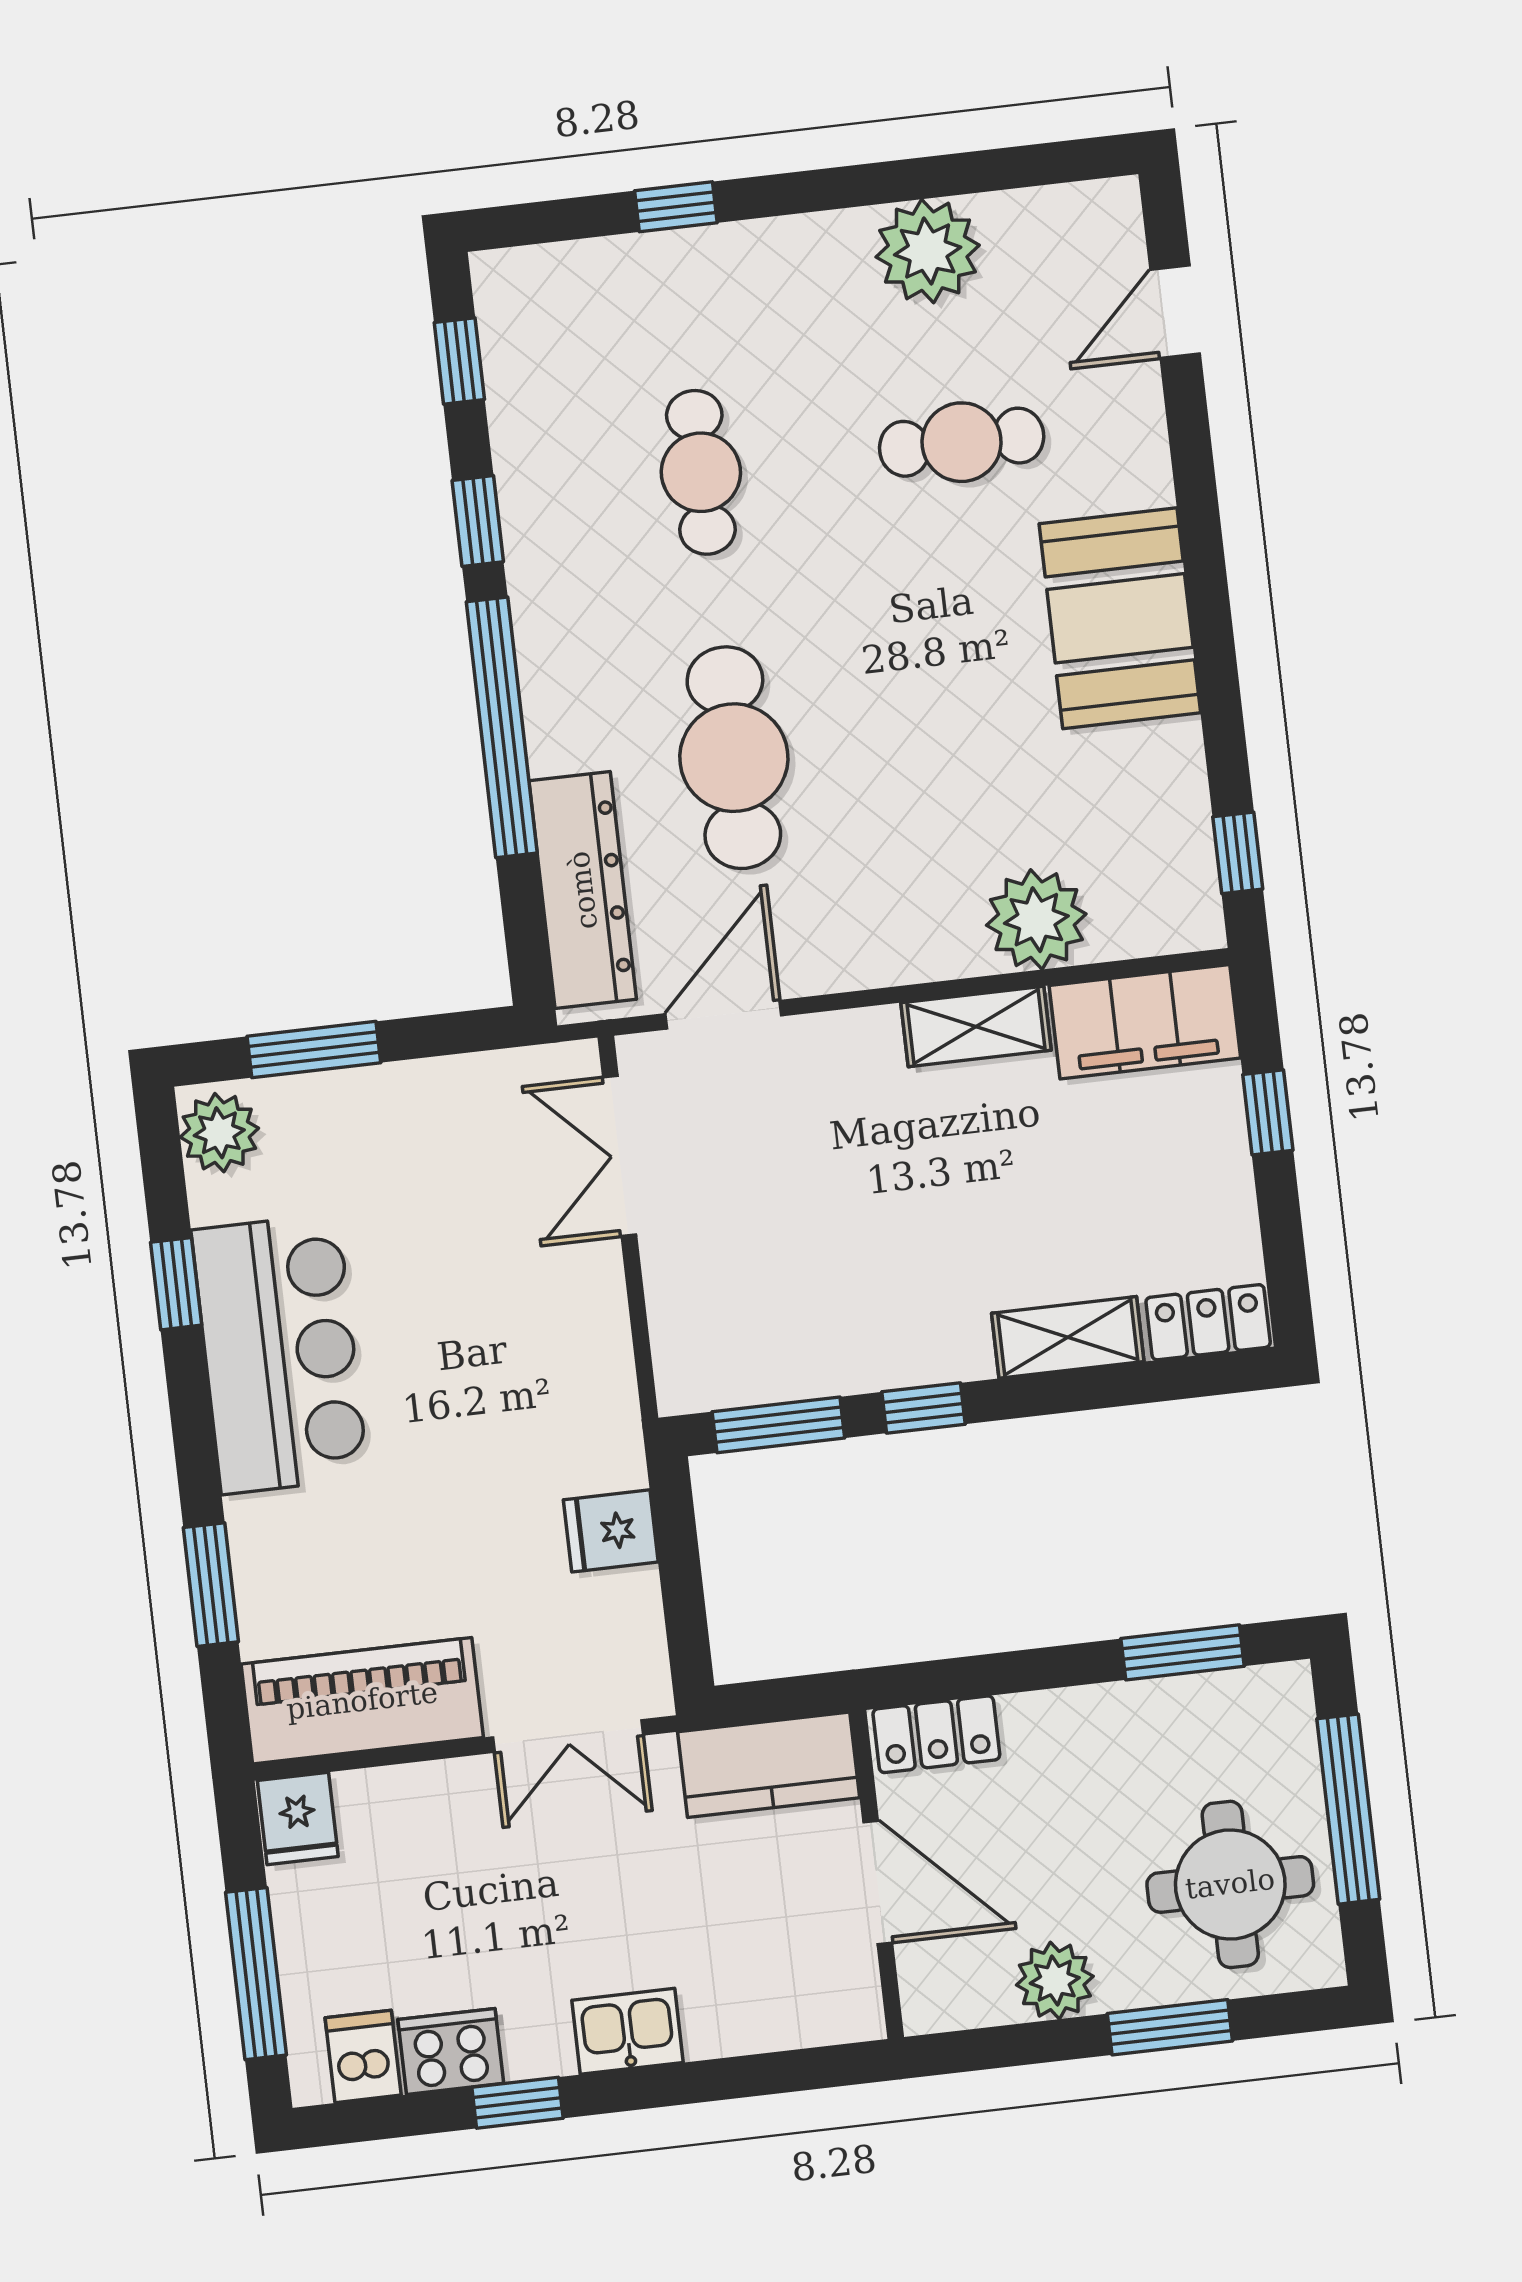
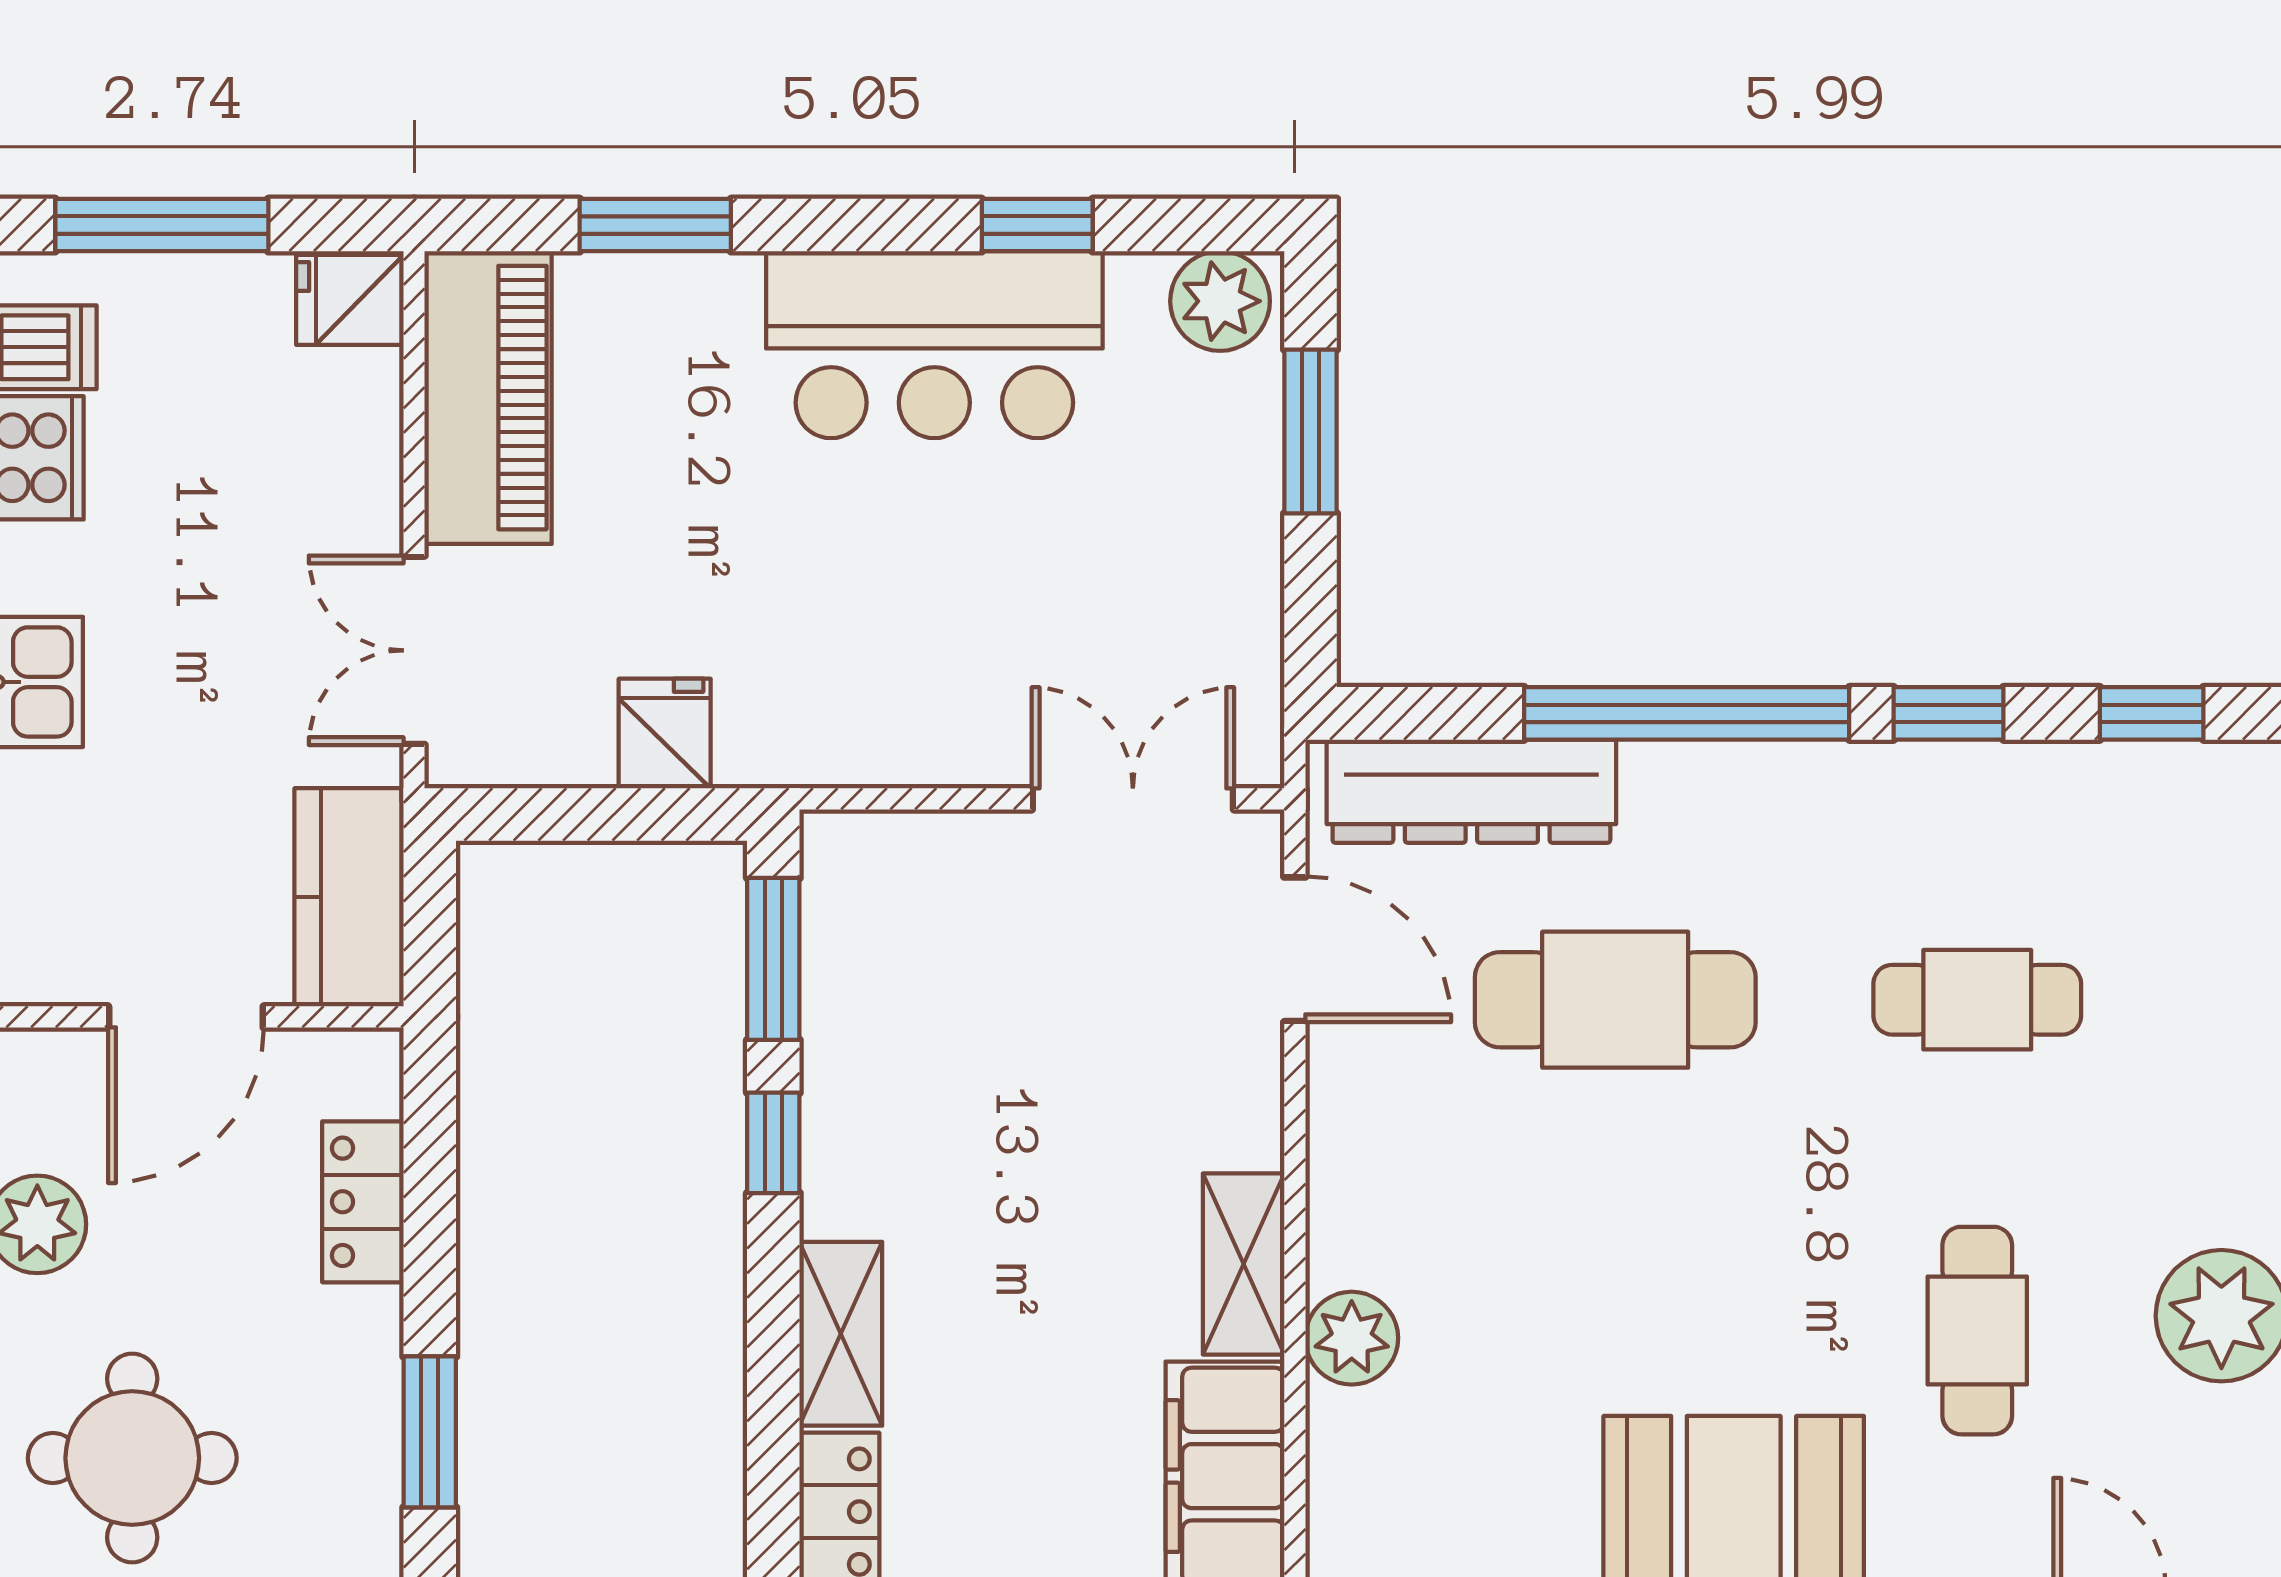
plant: (1036, 920) -> (1352, 1338), width x0.73, depth x0.73
locker: (936, 1734) -> (363, 1202), moved

